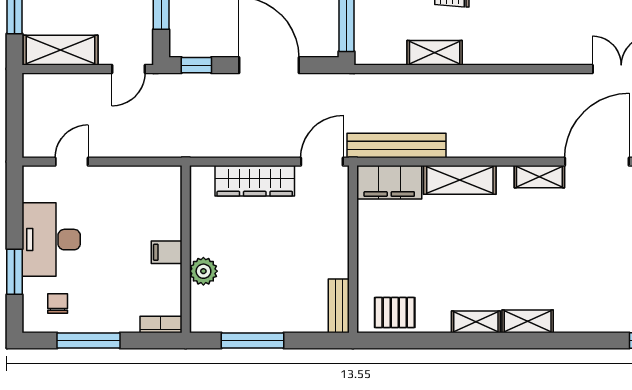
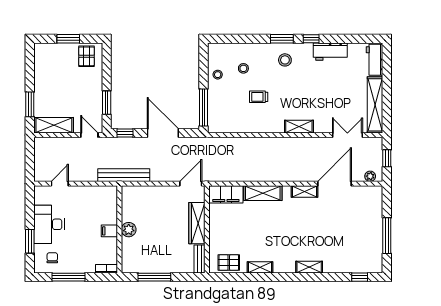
shelving: (435, 53) -> (299, 127), moved
door: (128, 69) -> (89, 135), swing flipped
bench: (396, 145) -> (124, 175), moved
wardrobe: (255, 181) -> (197, 223), moved, turned 90
plant: (203, 271) -> (129, 230), moved
shelving: (528, 321) -> (309, 267), moved
shelving: (476, 322) -> (260, 267), moved

